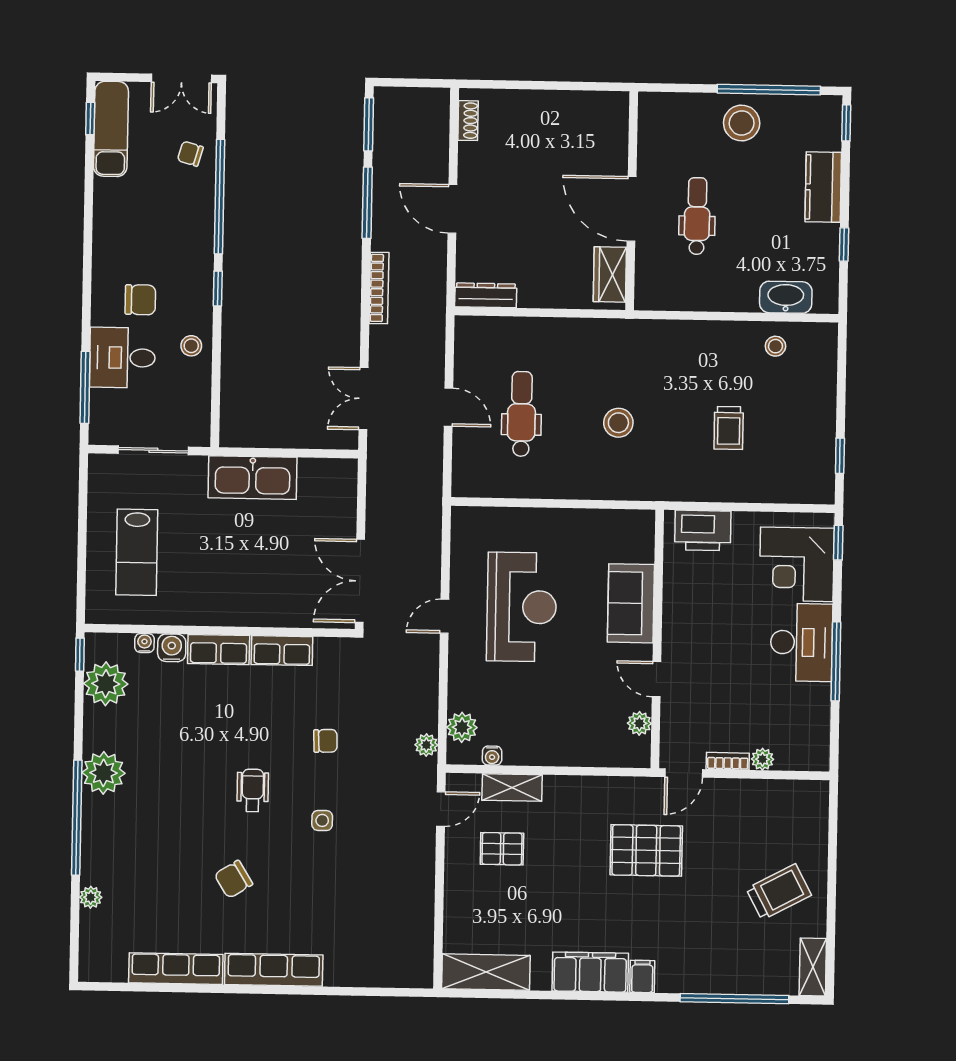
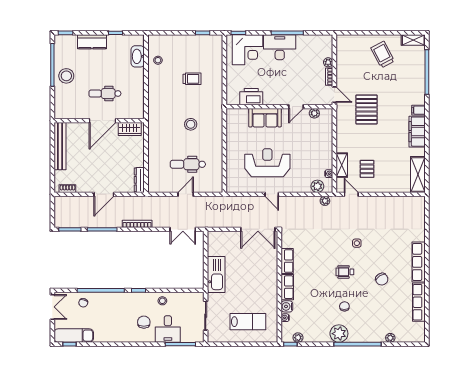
bench: (572, 104) -> (60, 146), added
printer: (703, 530) -> (251, 97), moved, turned -90
plant: (106, 684) -> (298, 338), width x0.53, depth x0.53
chair: (325, 741) -> (344, 306), moved

